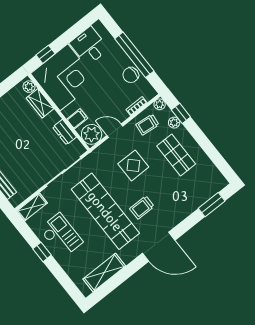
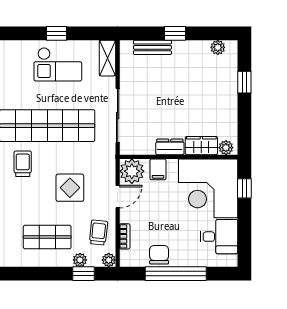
dresser: (64, 132) -> (170, 147), moved

